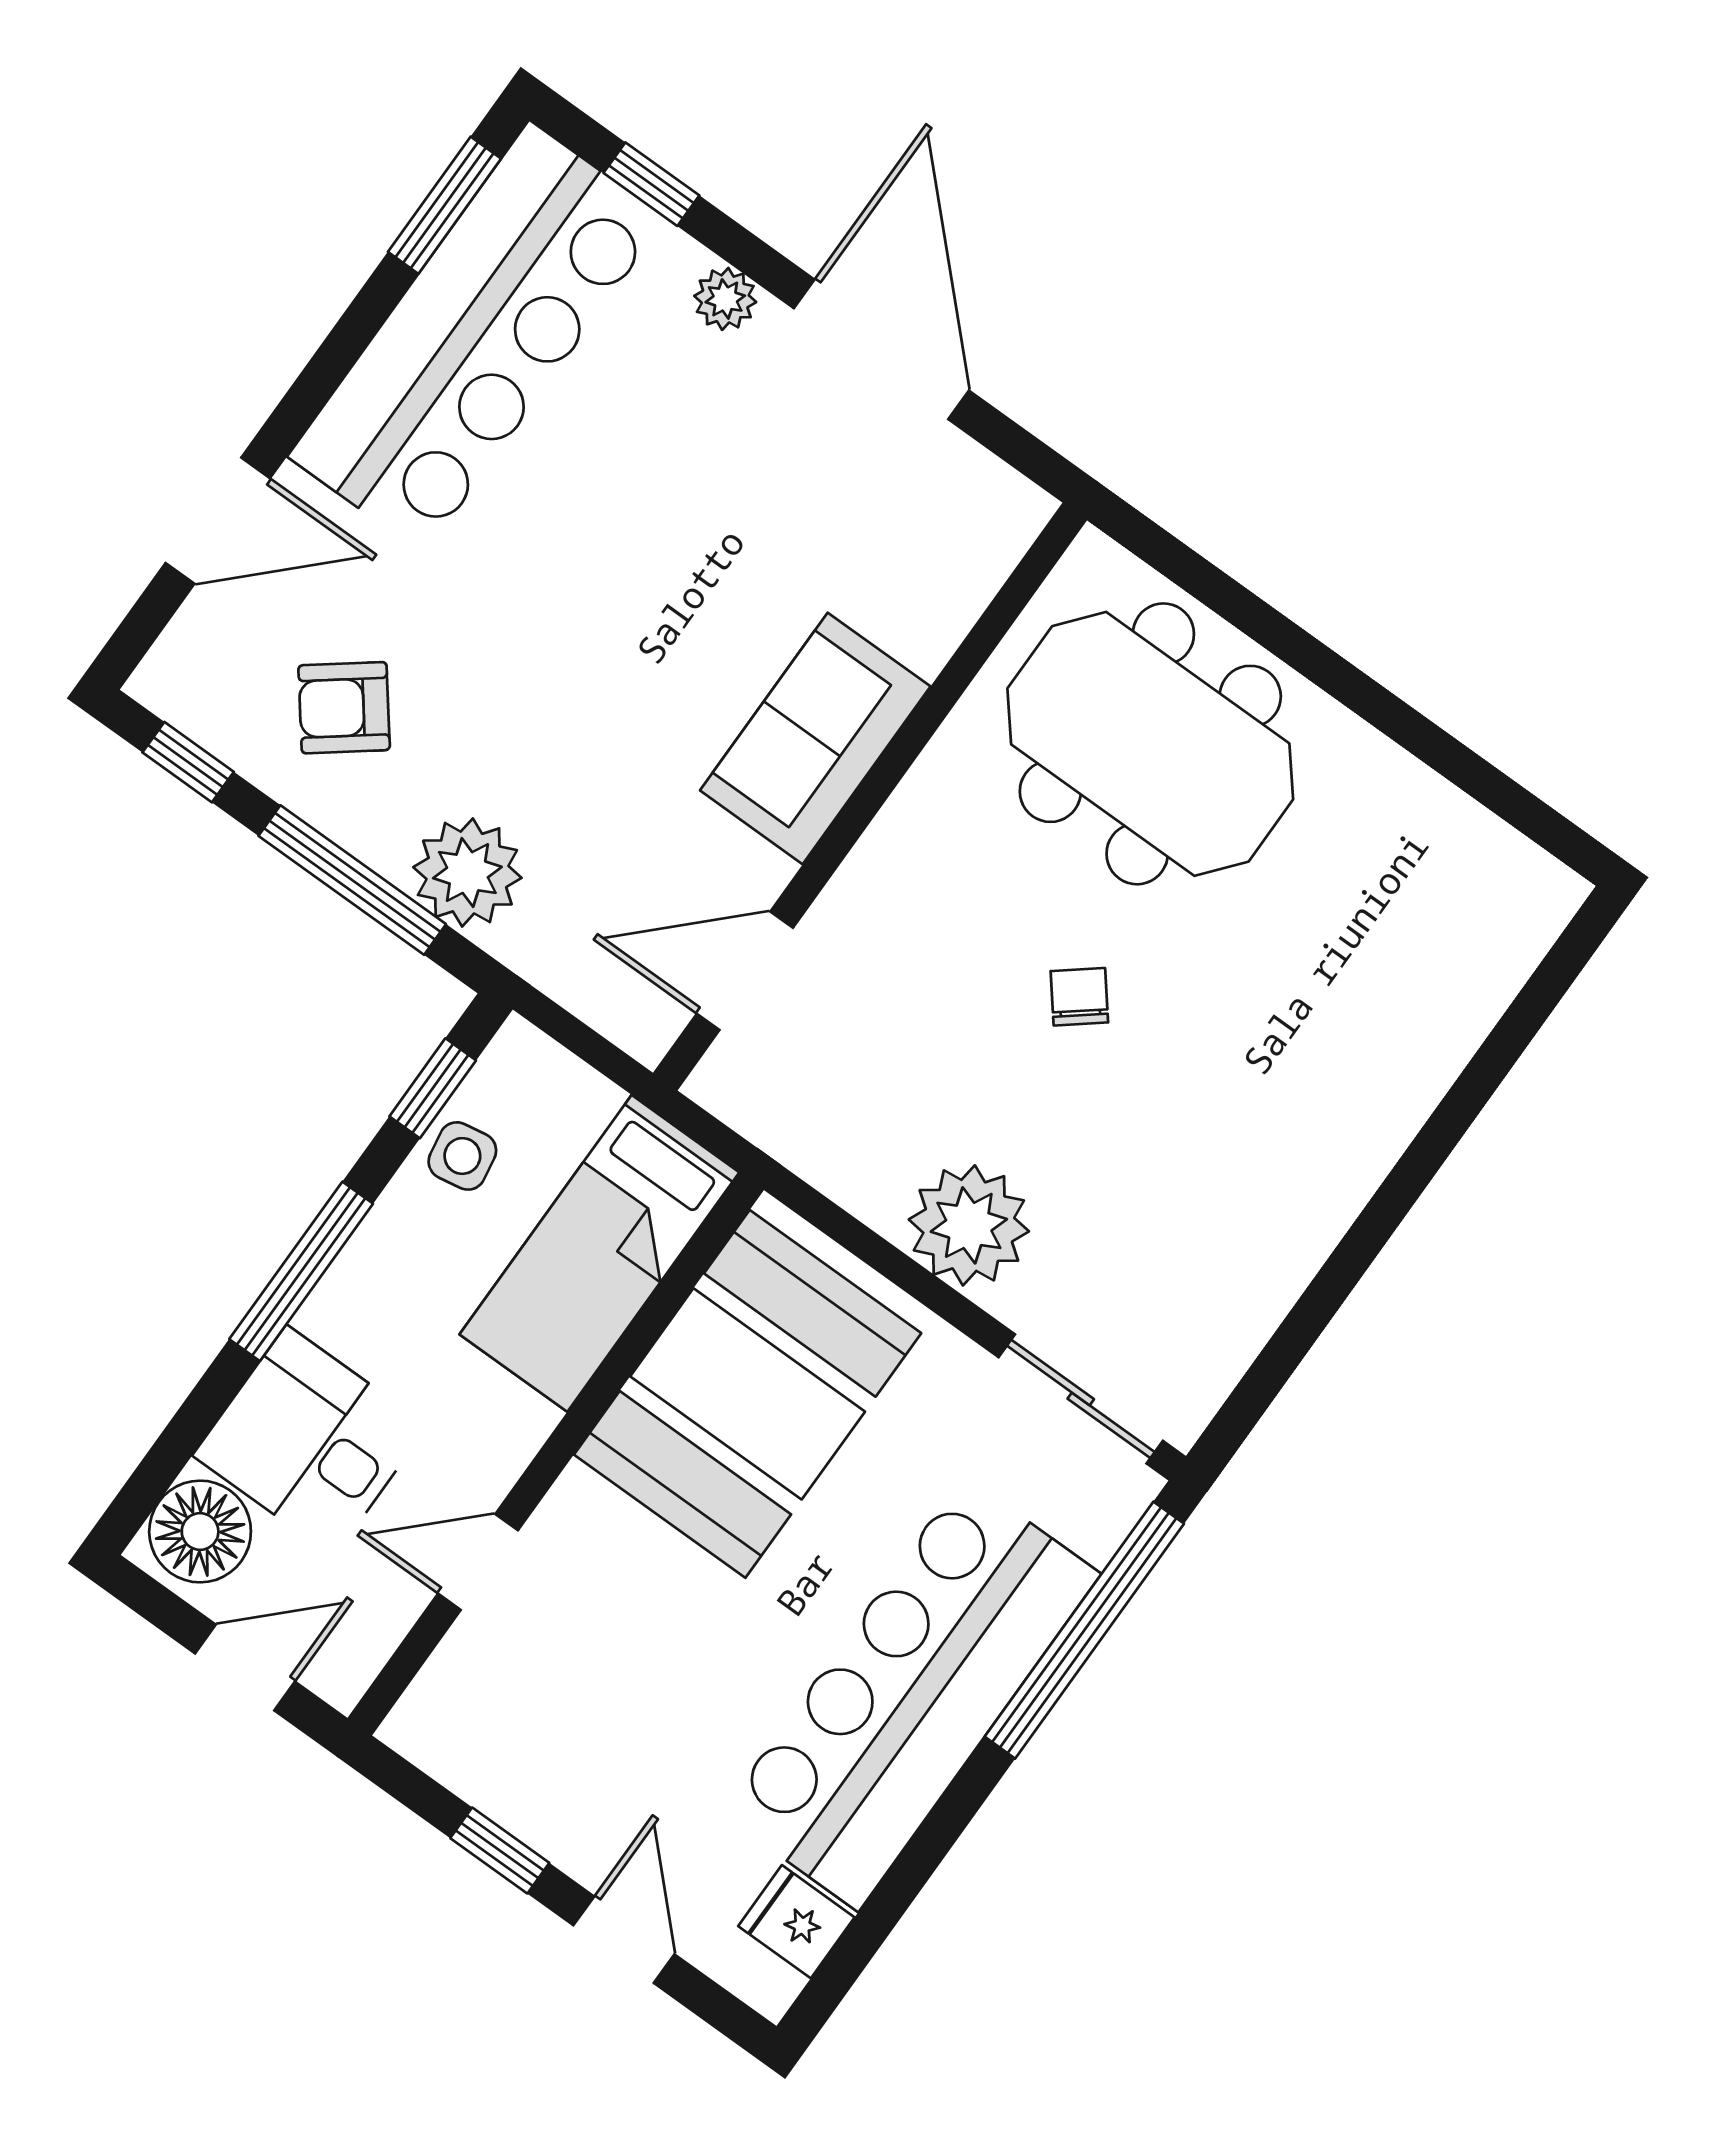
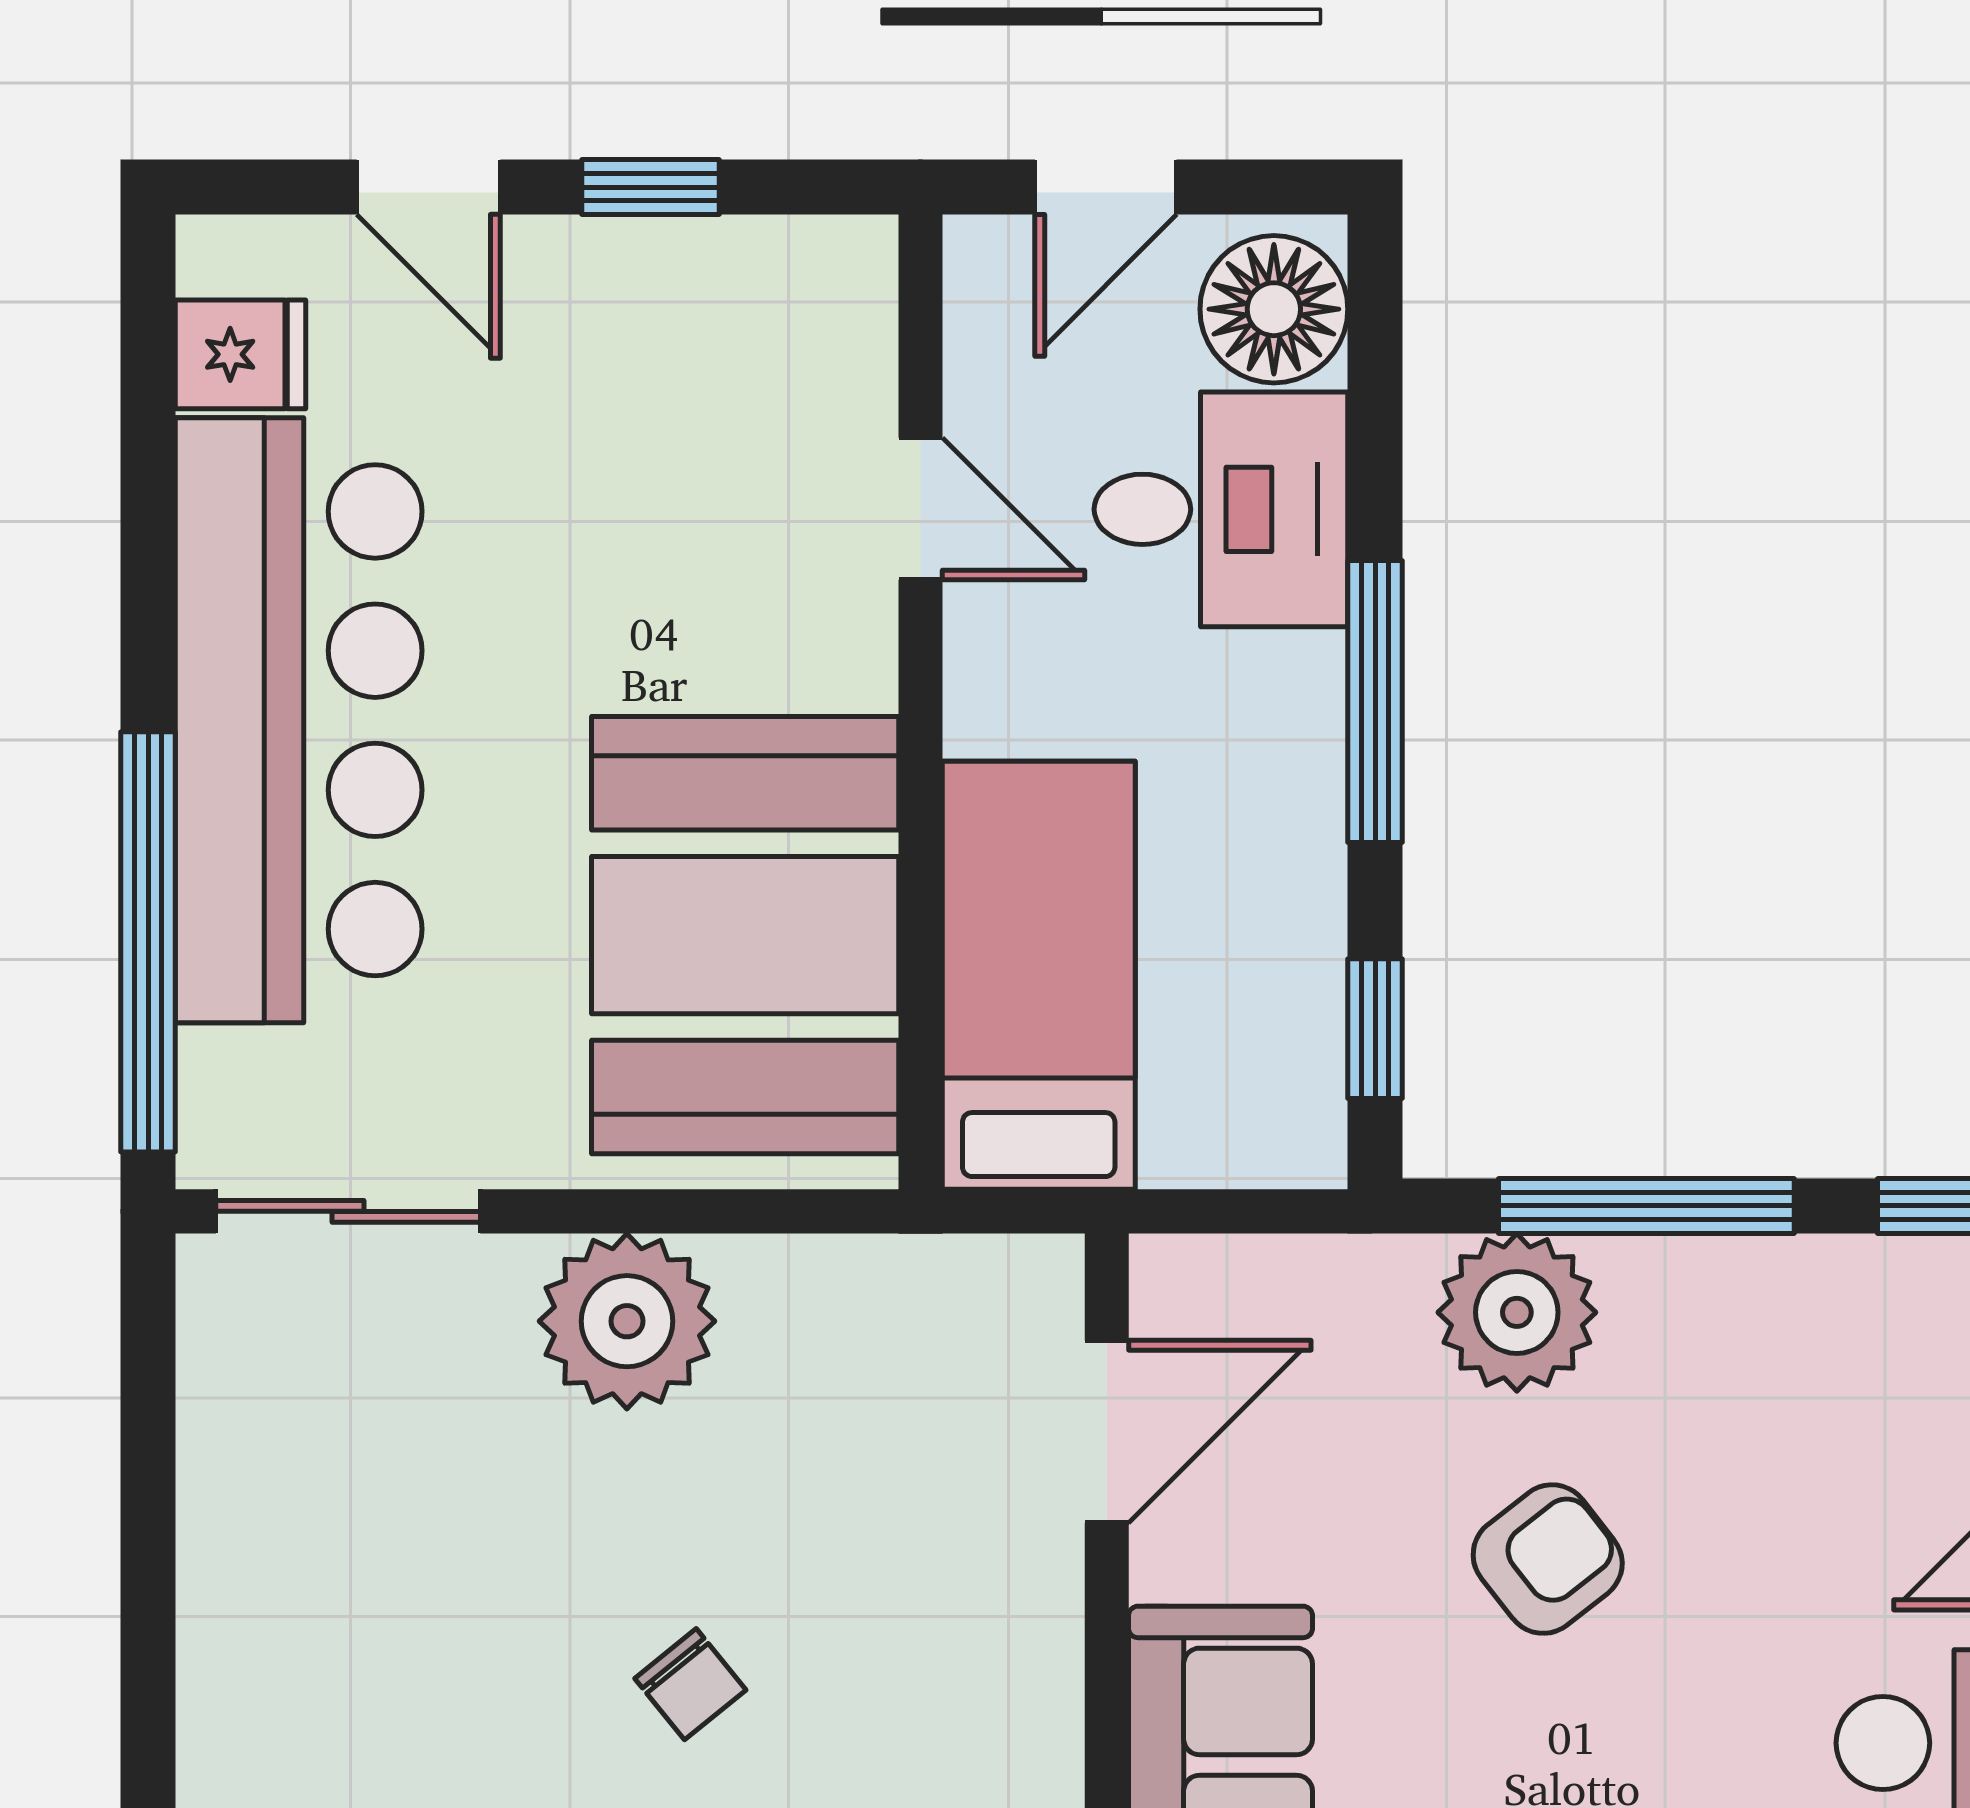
armchair: (344, 708) -> (1548, 1559), moved
side table: (462, 1156) -> (1283, 974), removed
door: (478, 1562) -> (920, 509), hinge flipped

